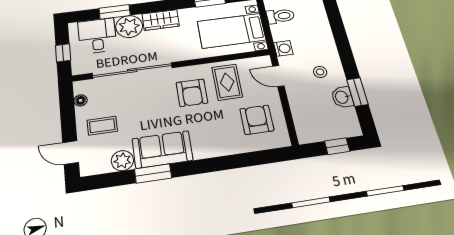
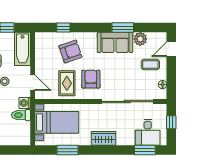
window: (115, 12) -> (145, 150), moved
toilet: (280, 16) -> (21, 115), moved
plant: (129, 27) -> (125, 136), removed
bathtub: (305, 119) -> (22, 49), added
armchair: (257, 120) -> (70, 51), moved, turned -109
door: (71, 153) -> (171, 49), swing flipped
window: (249, 159) -> (63, 28), added

